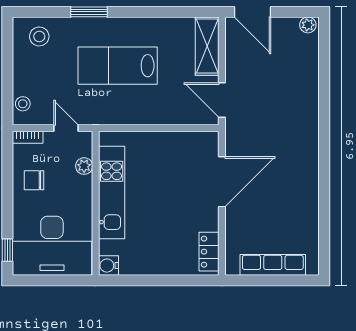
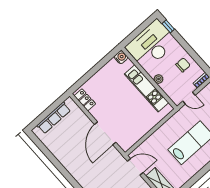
plant: (84, 166) -> (159, 79), moved

